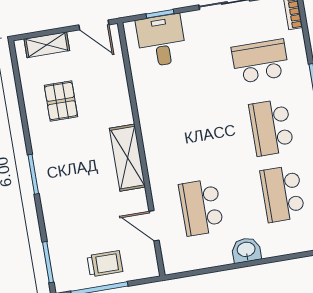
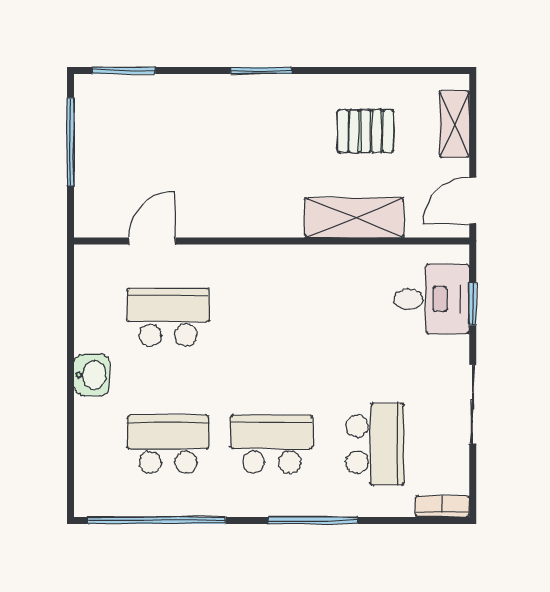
shelving: (127, 158) -> (354, 218), moved
trolley: (105, 264) -> (107, 157), removed

